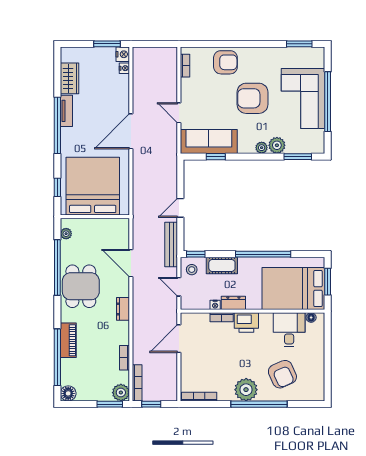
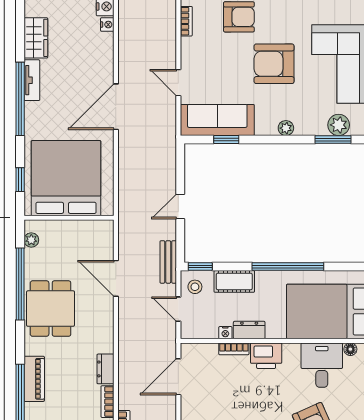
plant: (277, 145) -> (339, 125), moved
bench: (171, 245) -> (168, 262), width x0.73
dresser: (123, 309) -> (105, 369), moved

